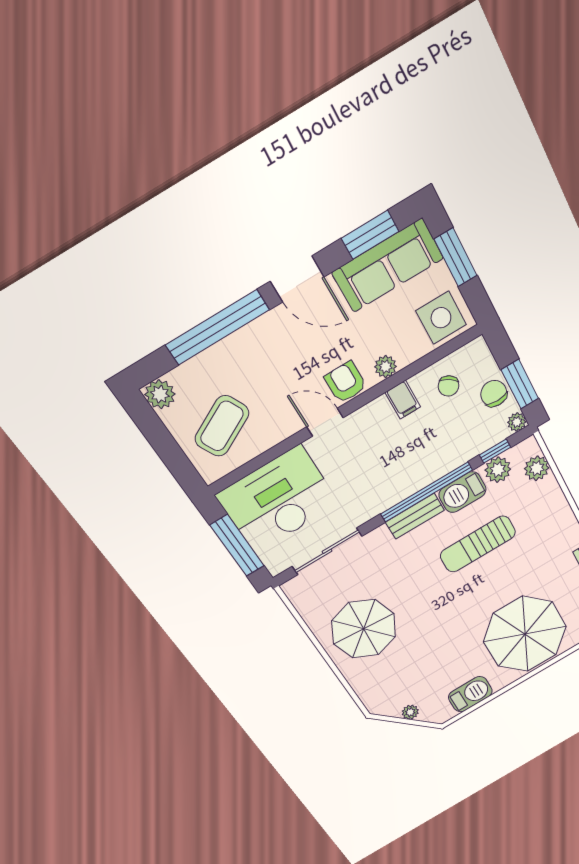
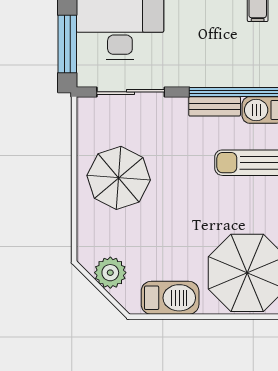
barbecue: (470, 694) -> (170, 298), width x1.37, depth x1.21
plant: (410, 712) -> (110, 273), width x1.88, depth x1.88

